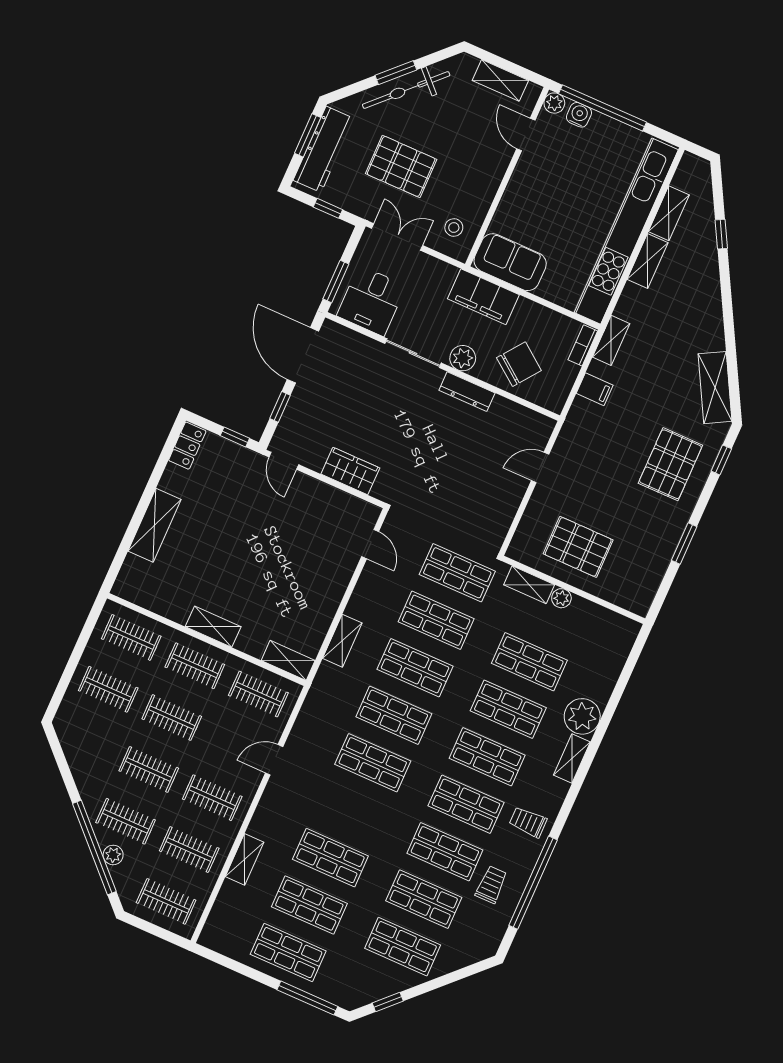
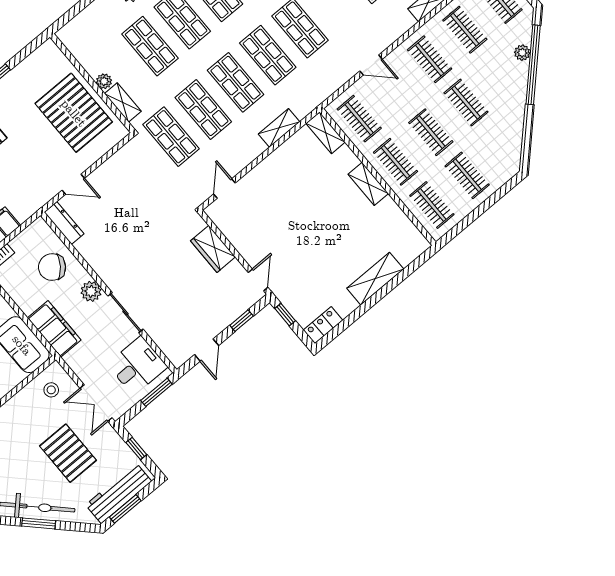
door: (303, 355) -> (207, 350), width x0.53
dresser: (467, 392) -> (64, 223), moved
pallet: (578, 547) -> (74, 113), width x1.37, depth x1.41
clothes rail: (126, 821) -> (501, 73), removed

